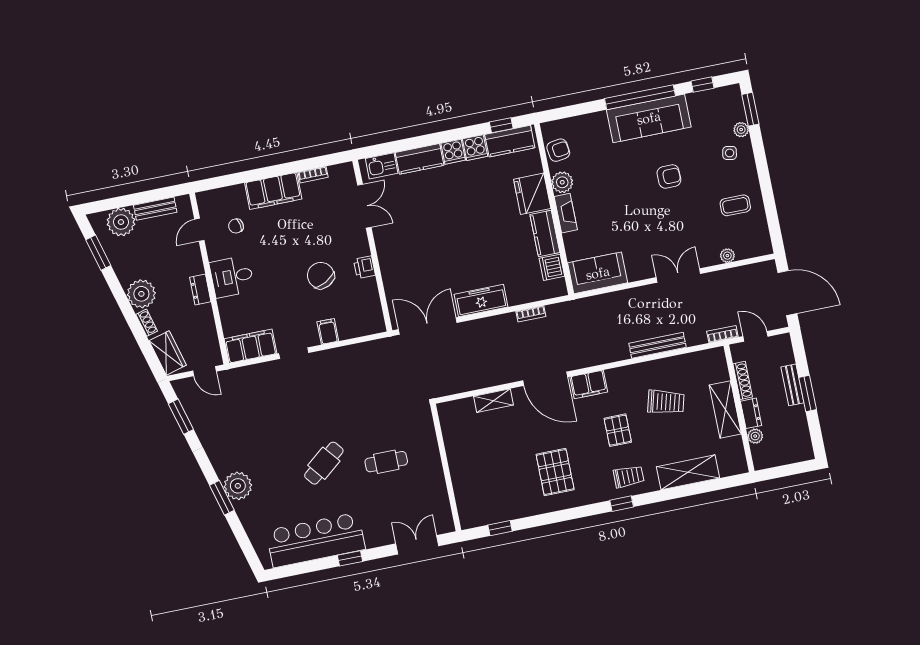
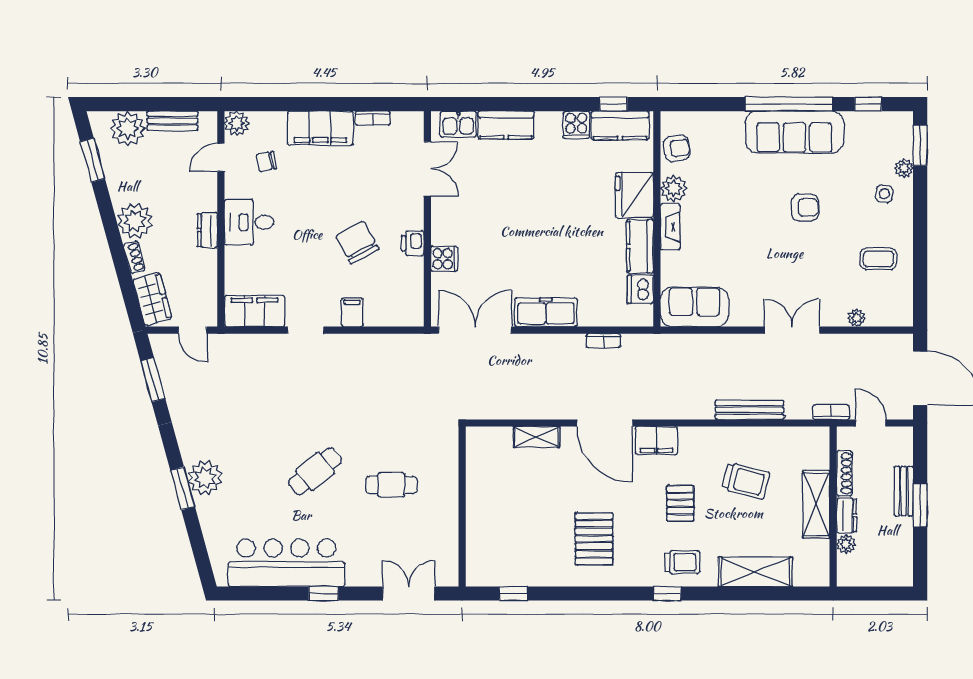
cooker: (453, 152) -> (444, 259), moved, turned -90
plant: (206, 201) -> (237, 123), added

